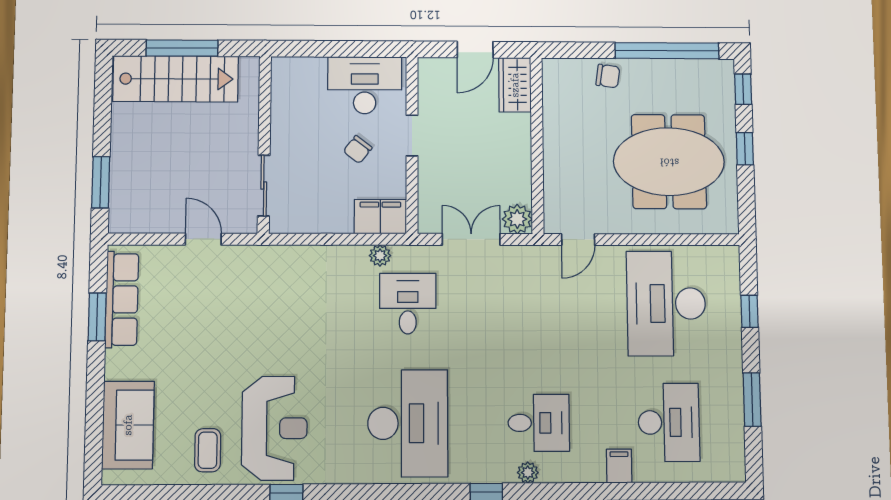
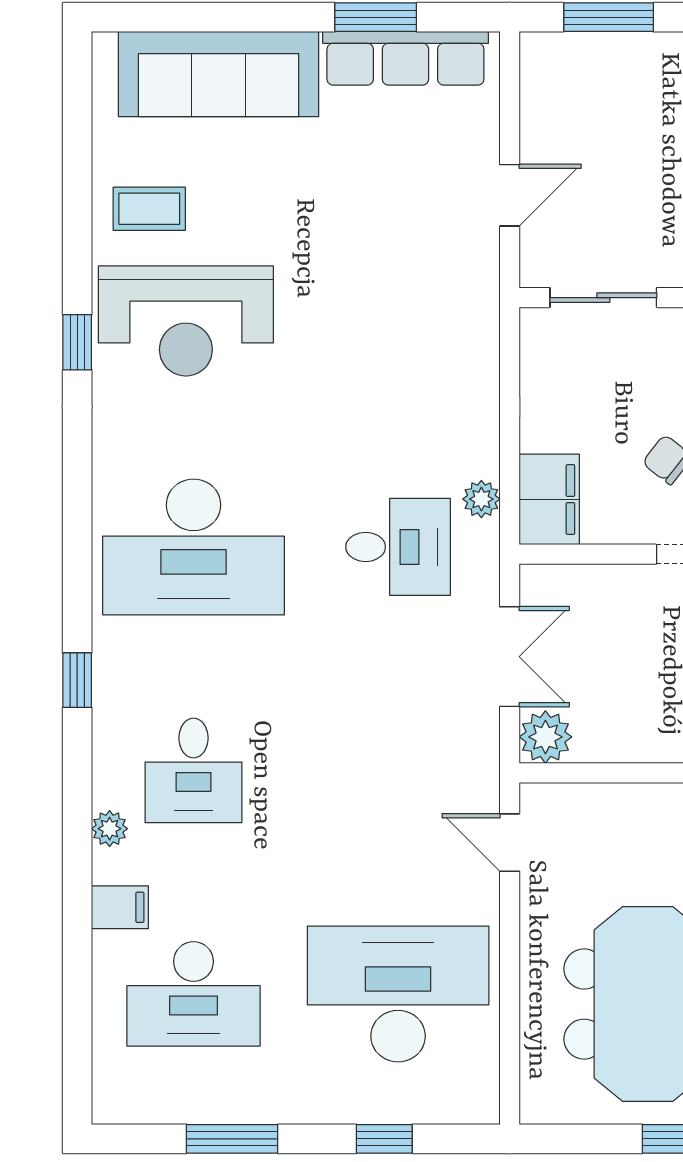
sofa: (128, 425) -> (219, 74), width x1.36
plant: (528, 473) -> (110, 829), moved

